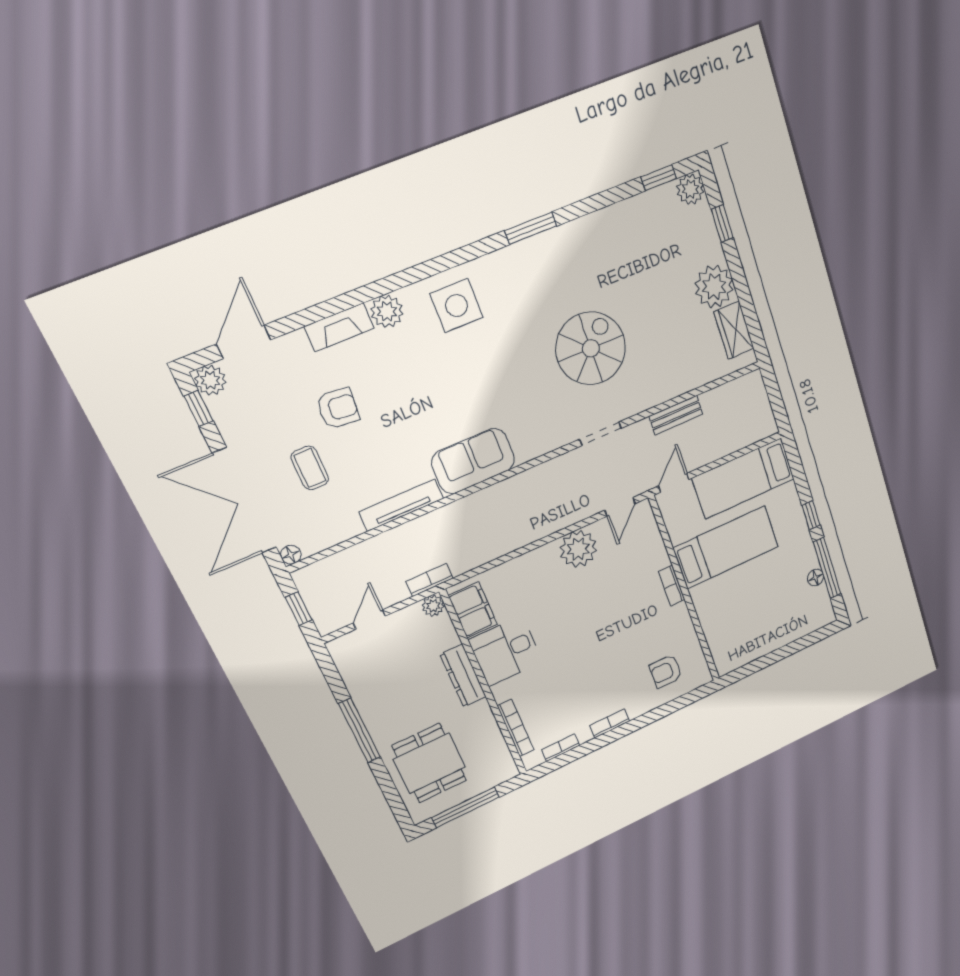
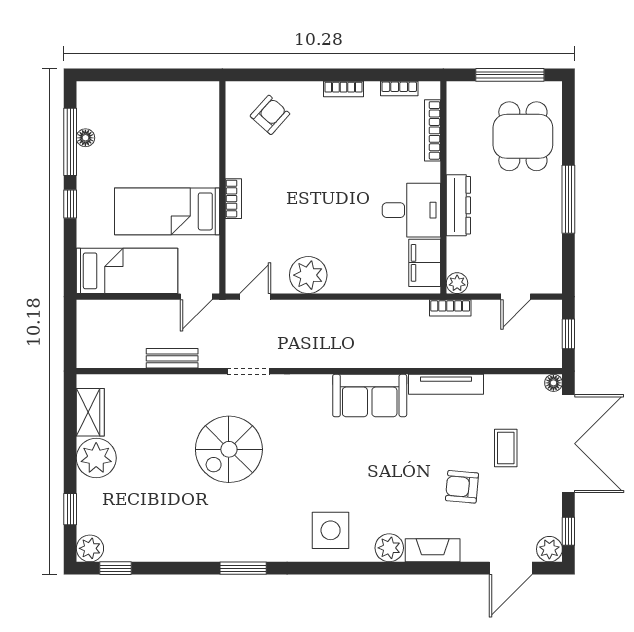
armchair: (666, 671) -> (270, 115), turned -48

